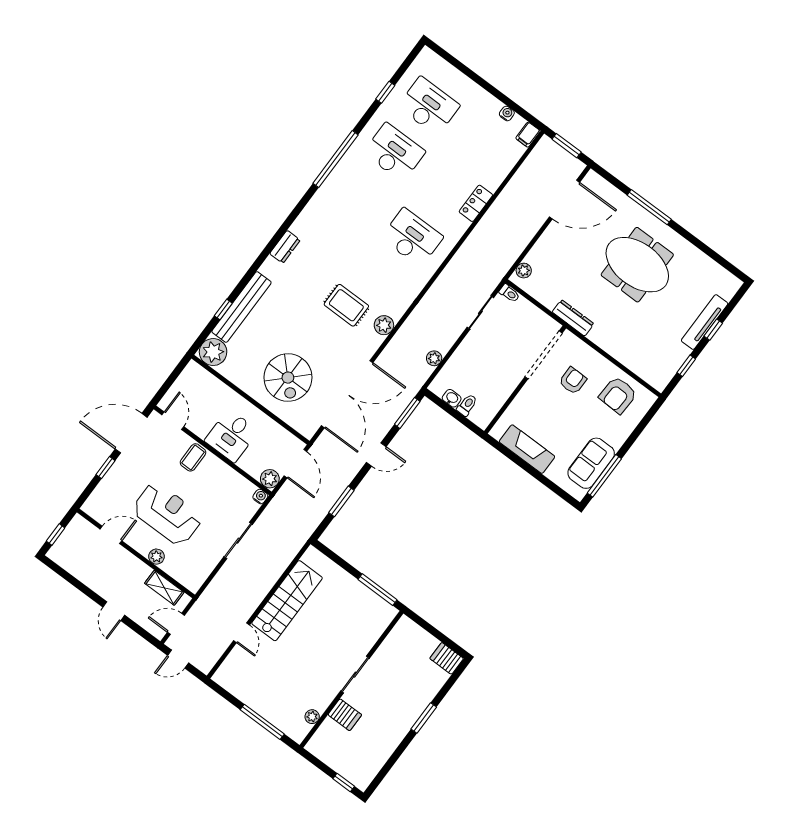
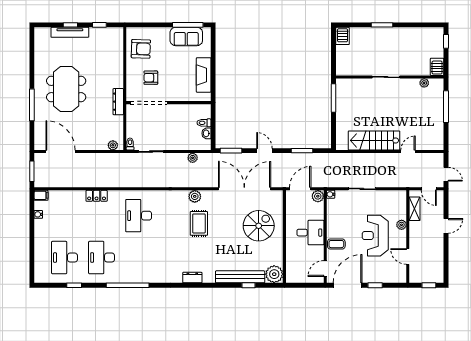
door: (131, 433) -> (348, 285), swing flipped
server rack: (345, 715) -> (437, 67), moved

